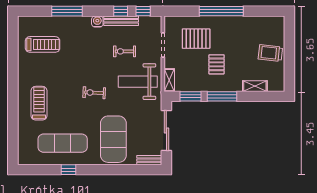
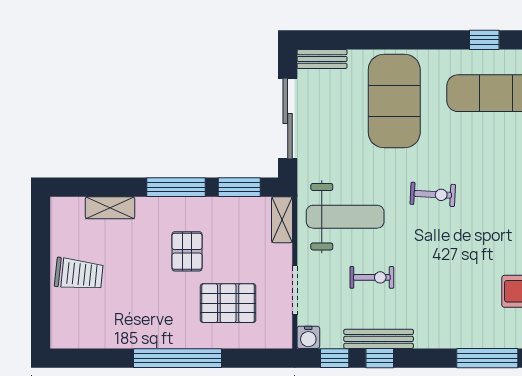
water cooler: (97, 22) -> (308, 337), moved

